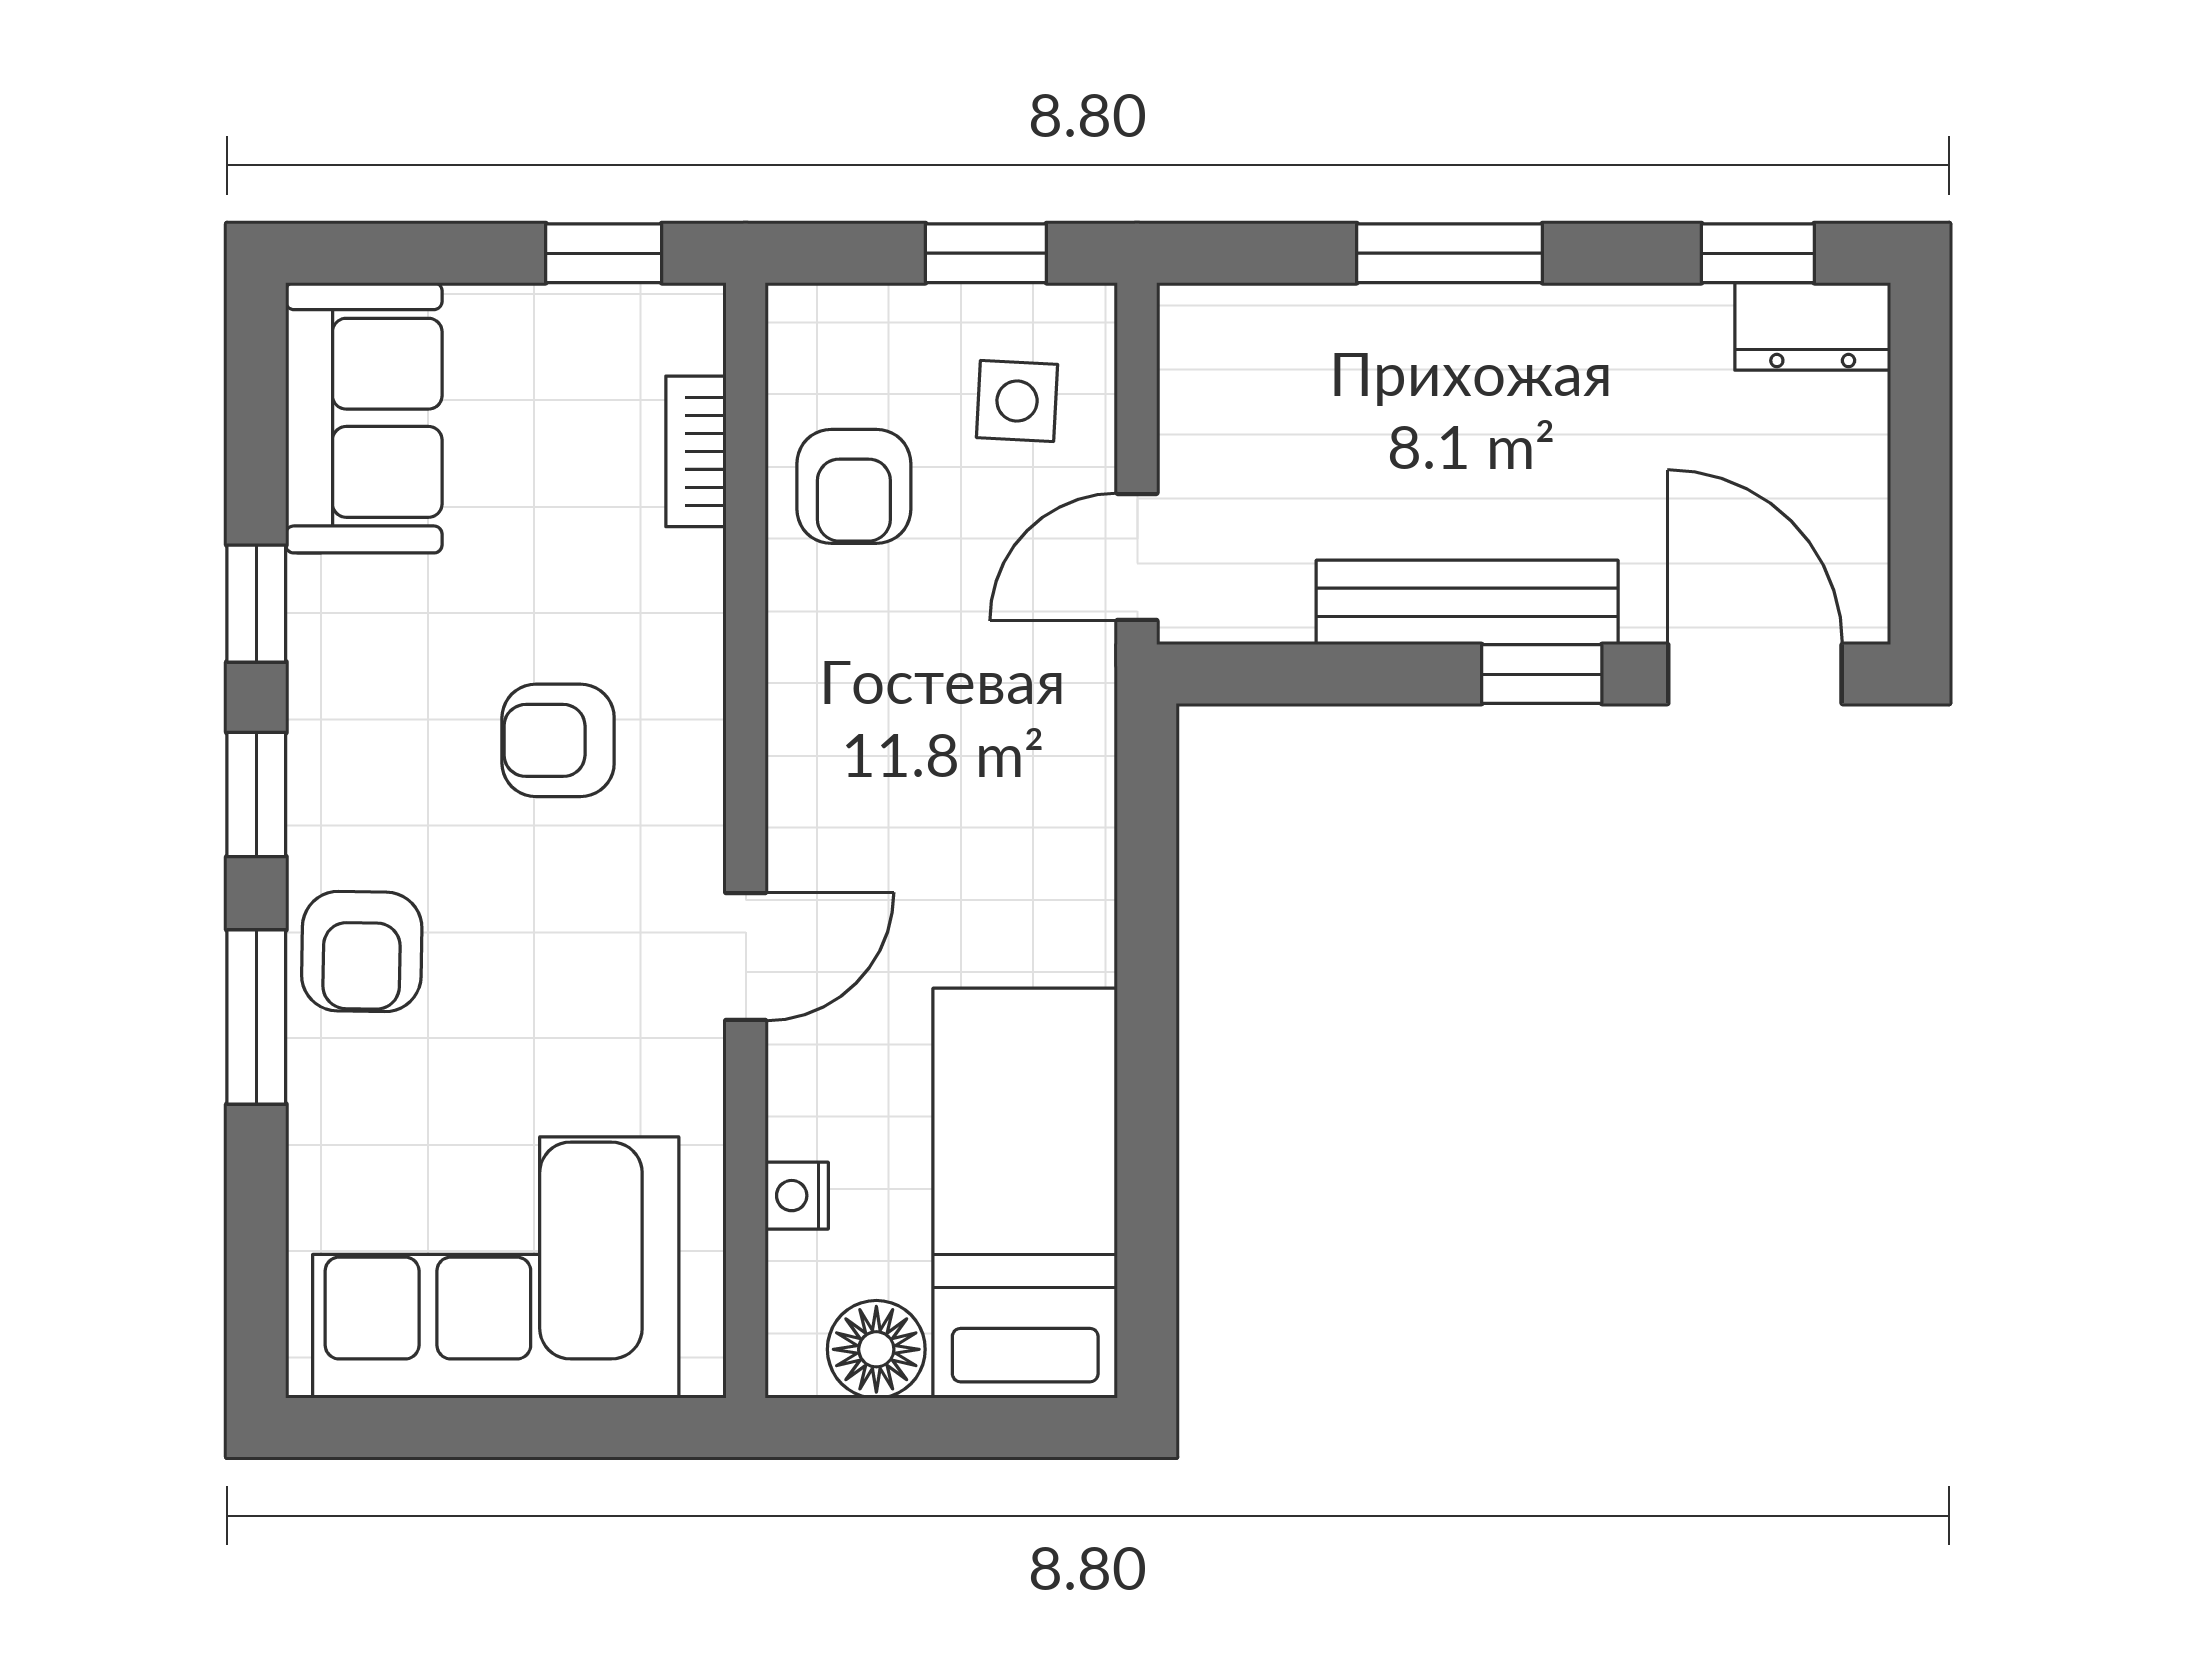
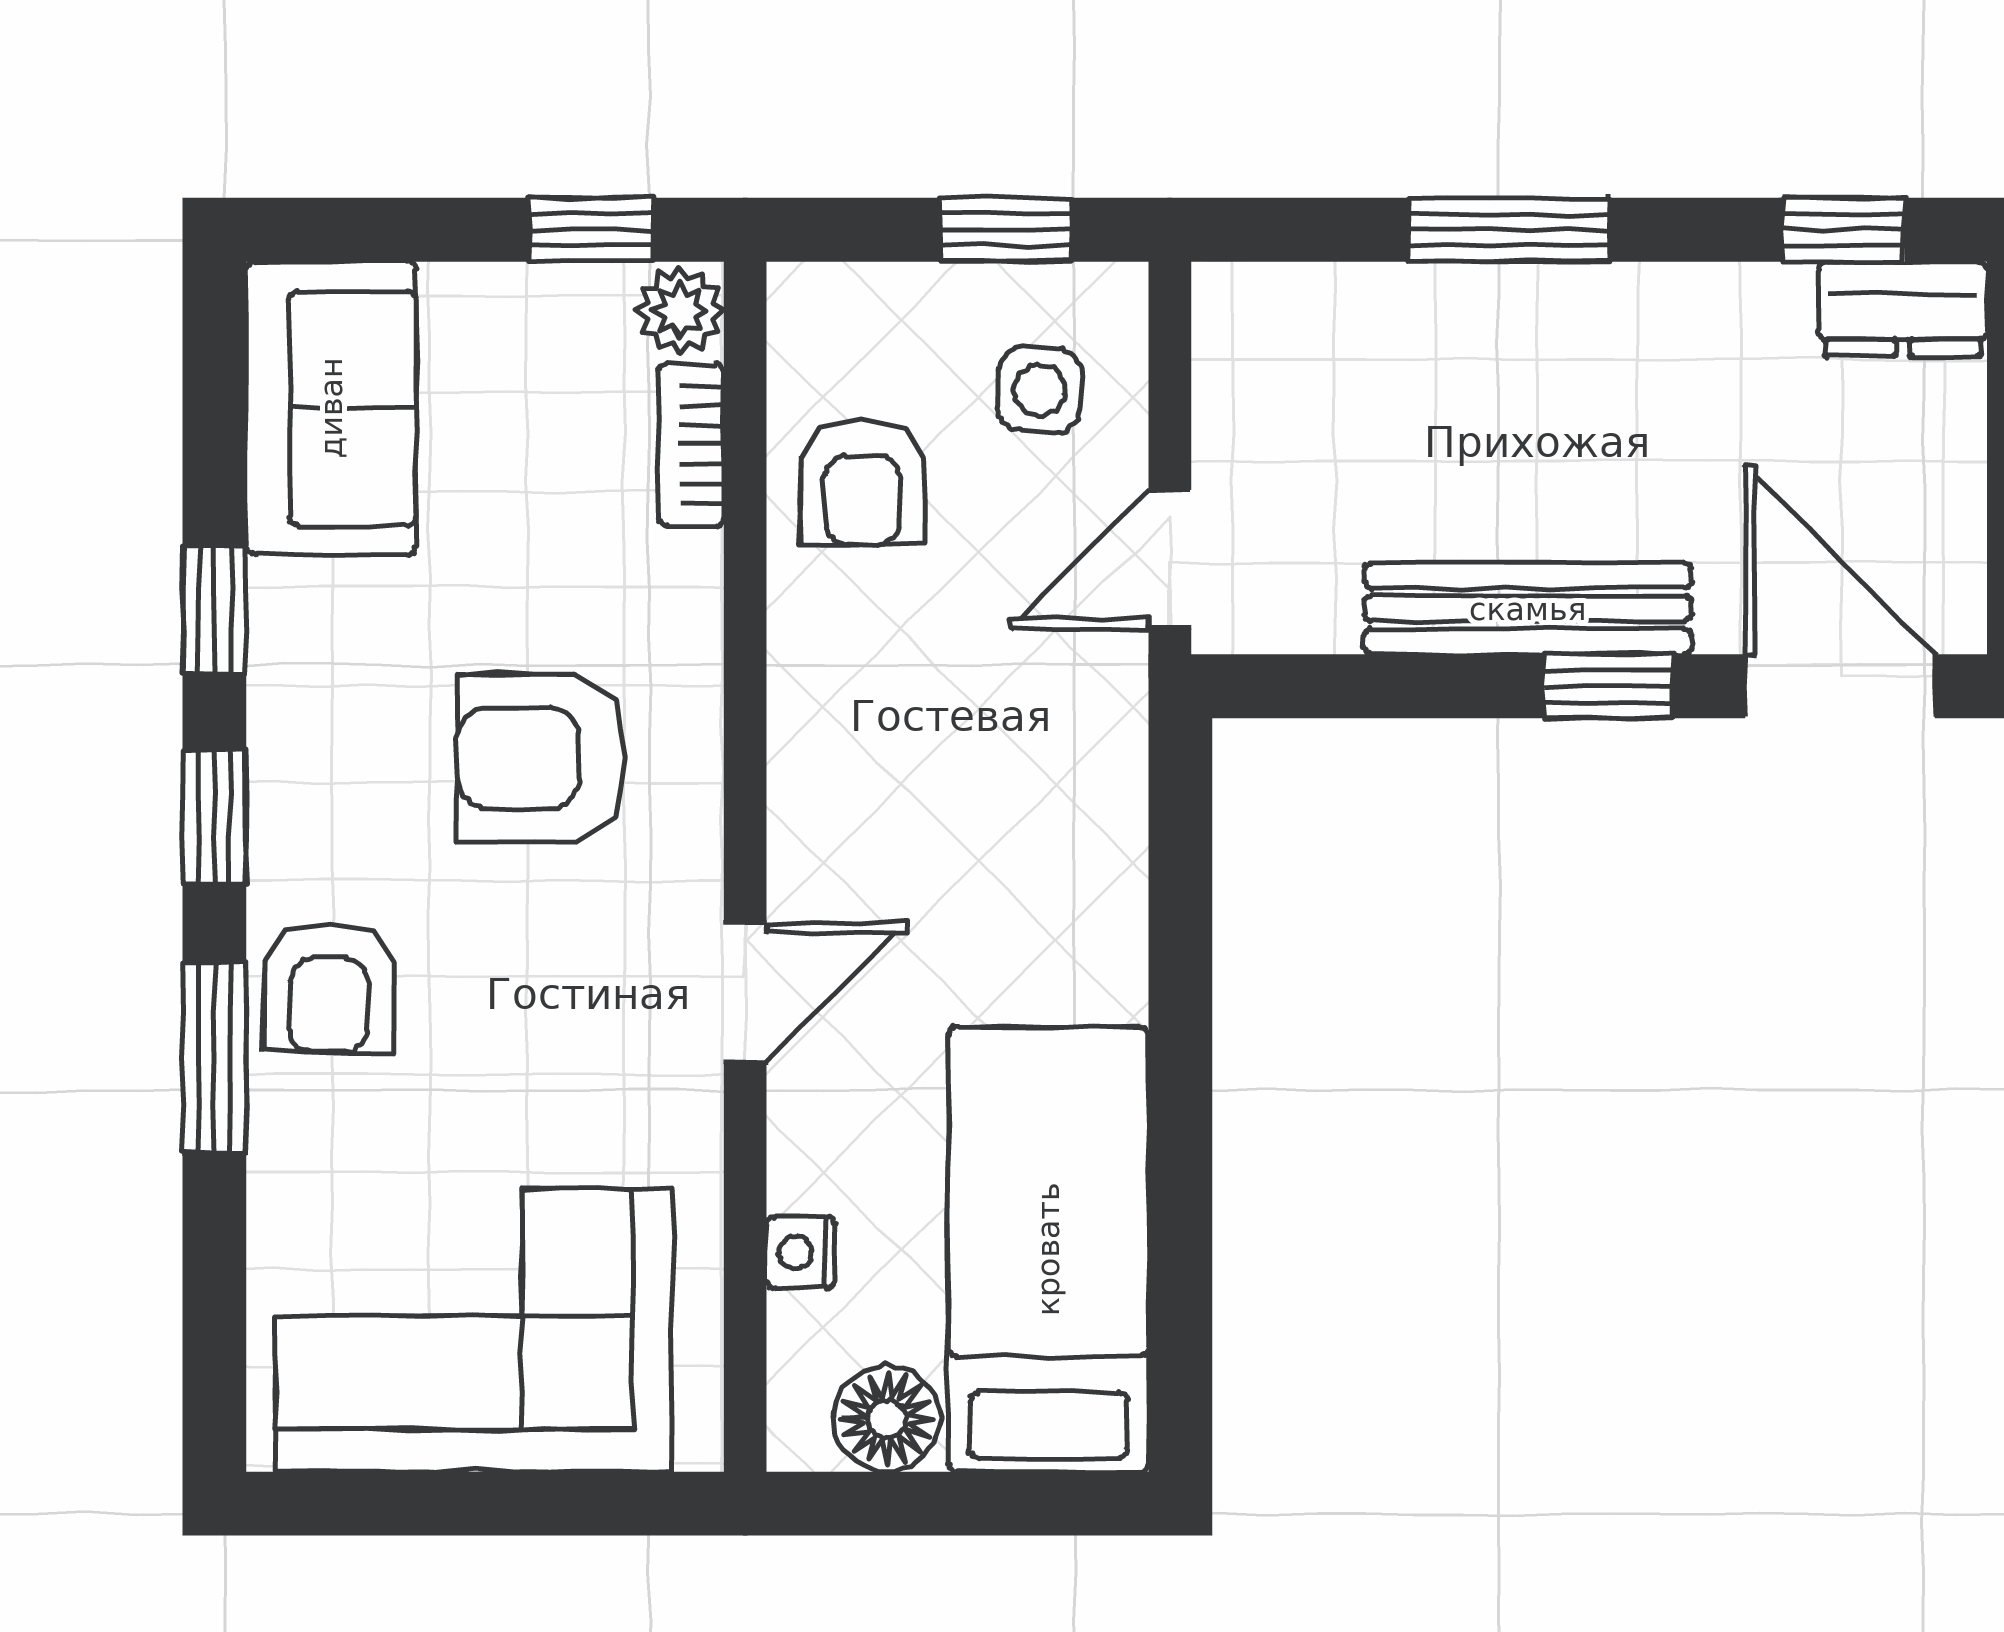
plant: (685, 328) -> (680, 310), added
armchair: (558, 740) -> (542, 758), width x1.38, depth x1.38

